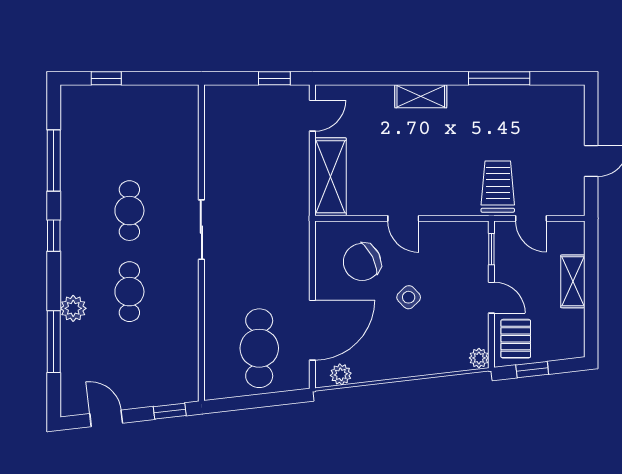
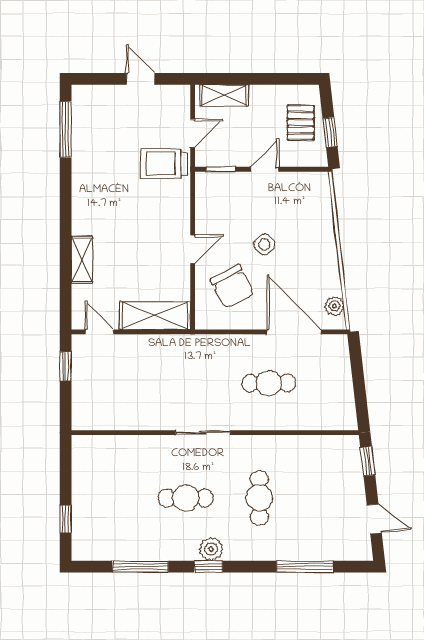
window: (499, 78) -> (66, 129), moved
shelving: (421, 96) -> (82, 260), moved
shelving: (573, 281) -> (224, 95), moved
cafe table: (129, 292) -> (259, 498), turned 90
plant: (73, 308) -> (211, 549), moved
pallet: (516, 339) -> (301, 123), moved, turned 90
cafe table: (259, 348) -> (269, 383), moved, width x0.73, depth x0.74
plant: (479, 358) -> (320, 181), removed
door: (106, 418) -> (374, 519), swing flipped

